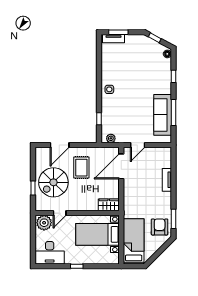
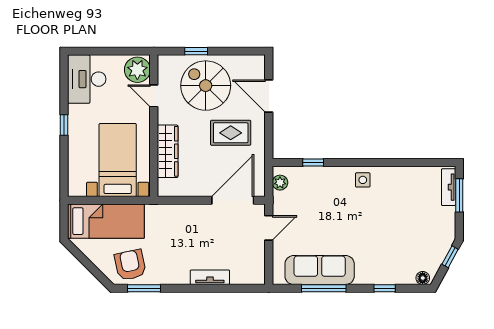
door: (138, 145) -> (269, 228), swing flipped
door: (121, 166) -> (233, 200), hinge flipped
wardrobe: (109, 205) -> (168, 151), moved, width x1.50
armchair: (160, 227) -> (130, 265), turned -102

